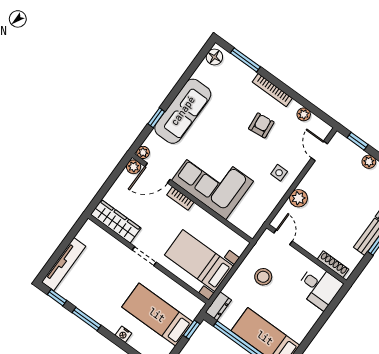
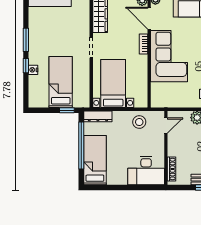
stool: (263, 277) -> (139, 122), moved
desk: (319, 287) -> (146, 171), width x1.37
window: (57, 298) -> (26, 66), moved
dresser: (218, 306) -> (98, 116), width x1.44

